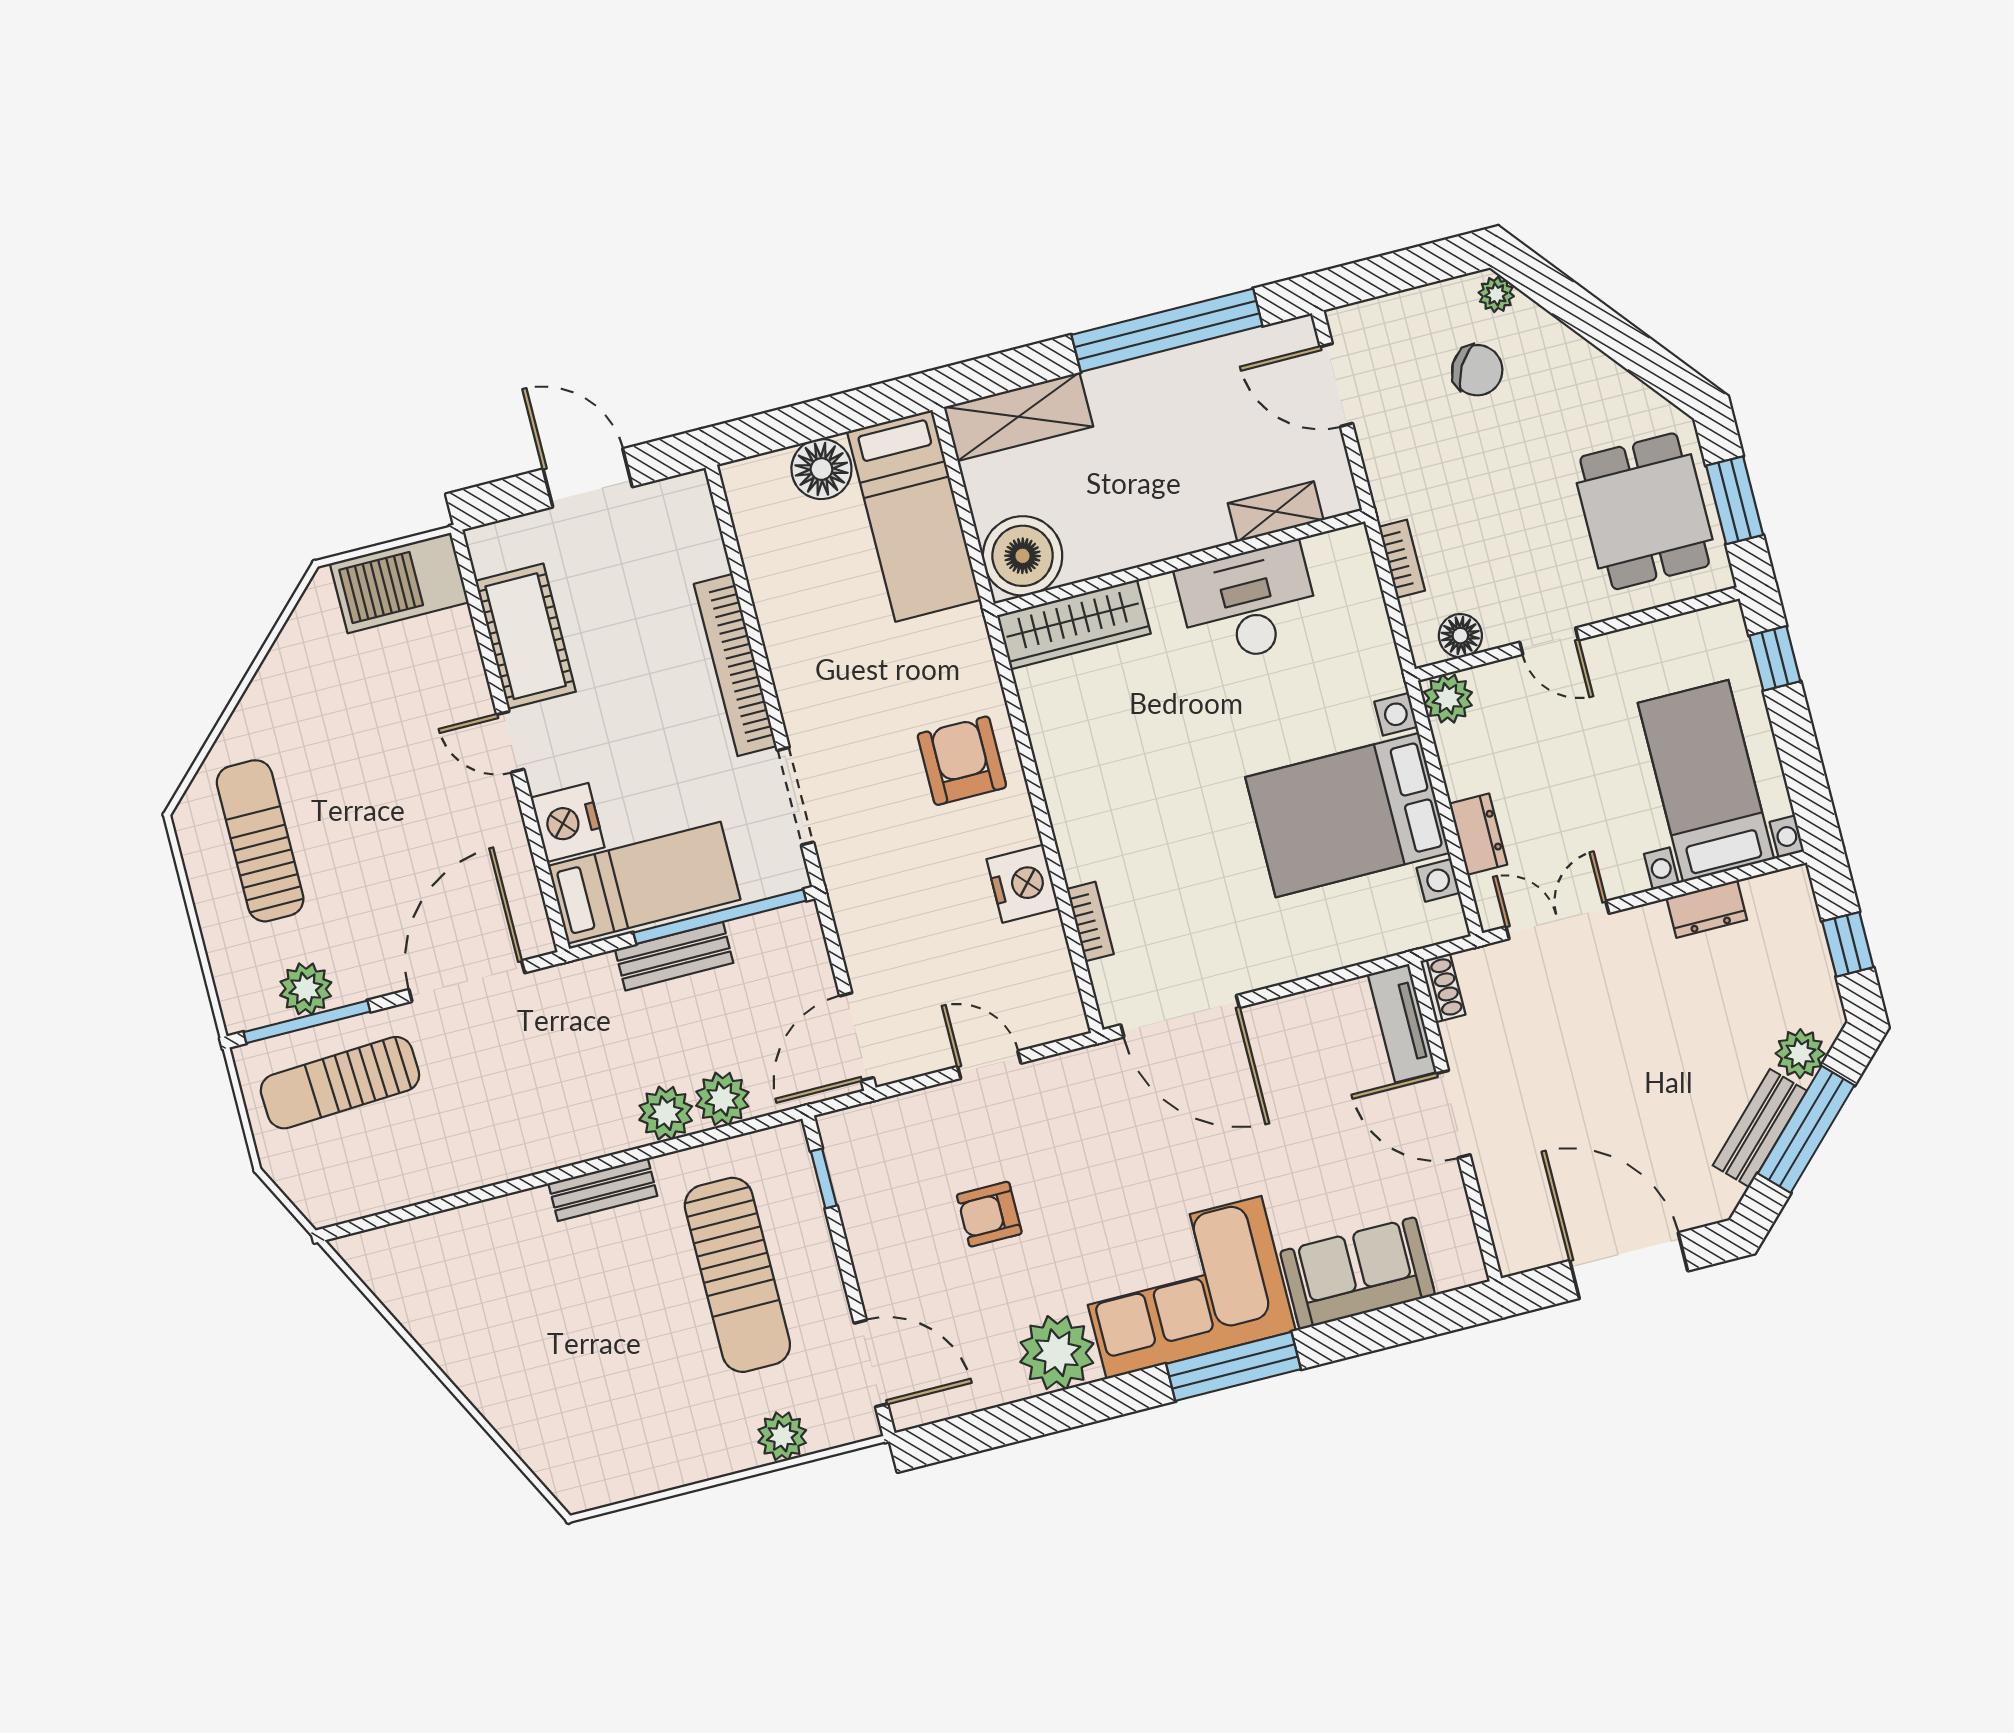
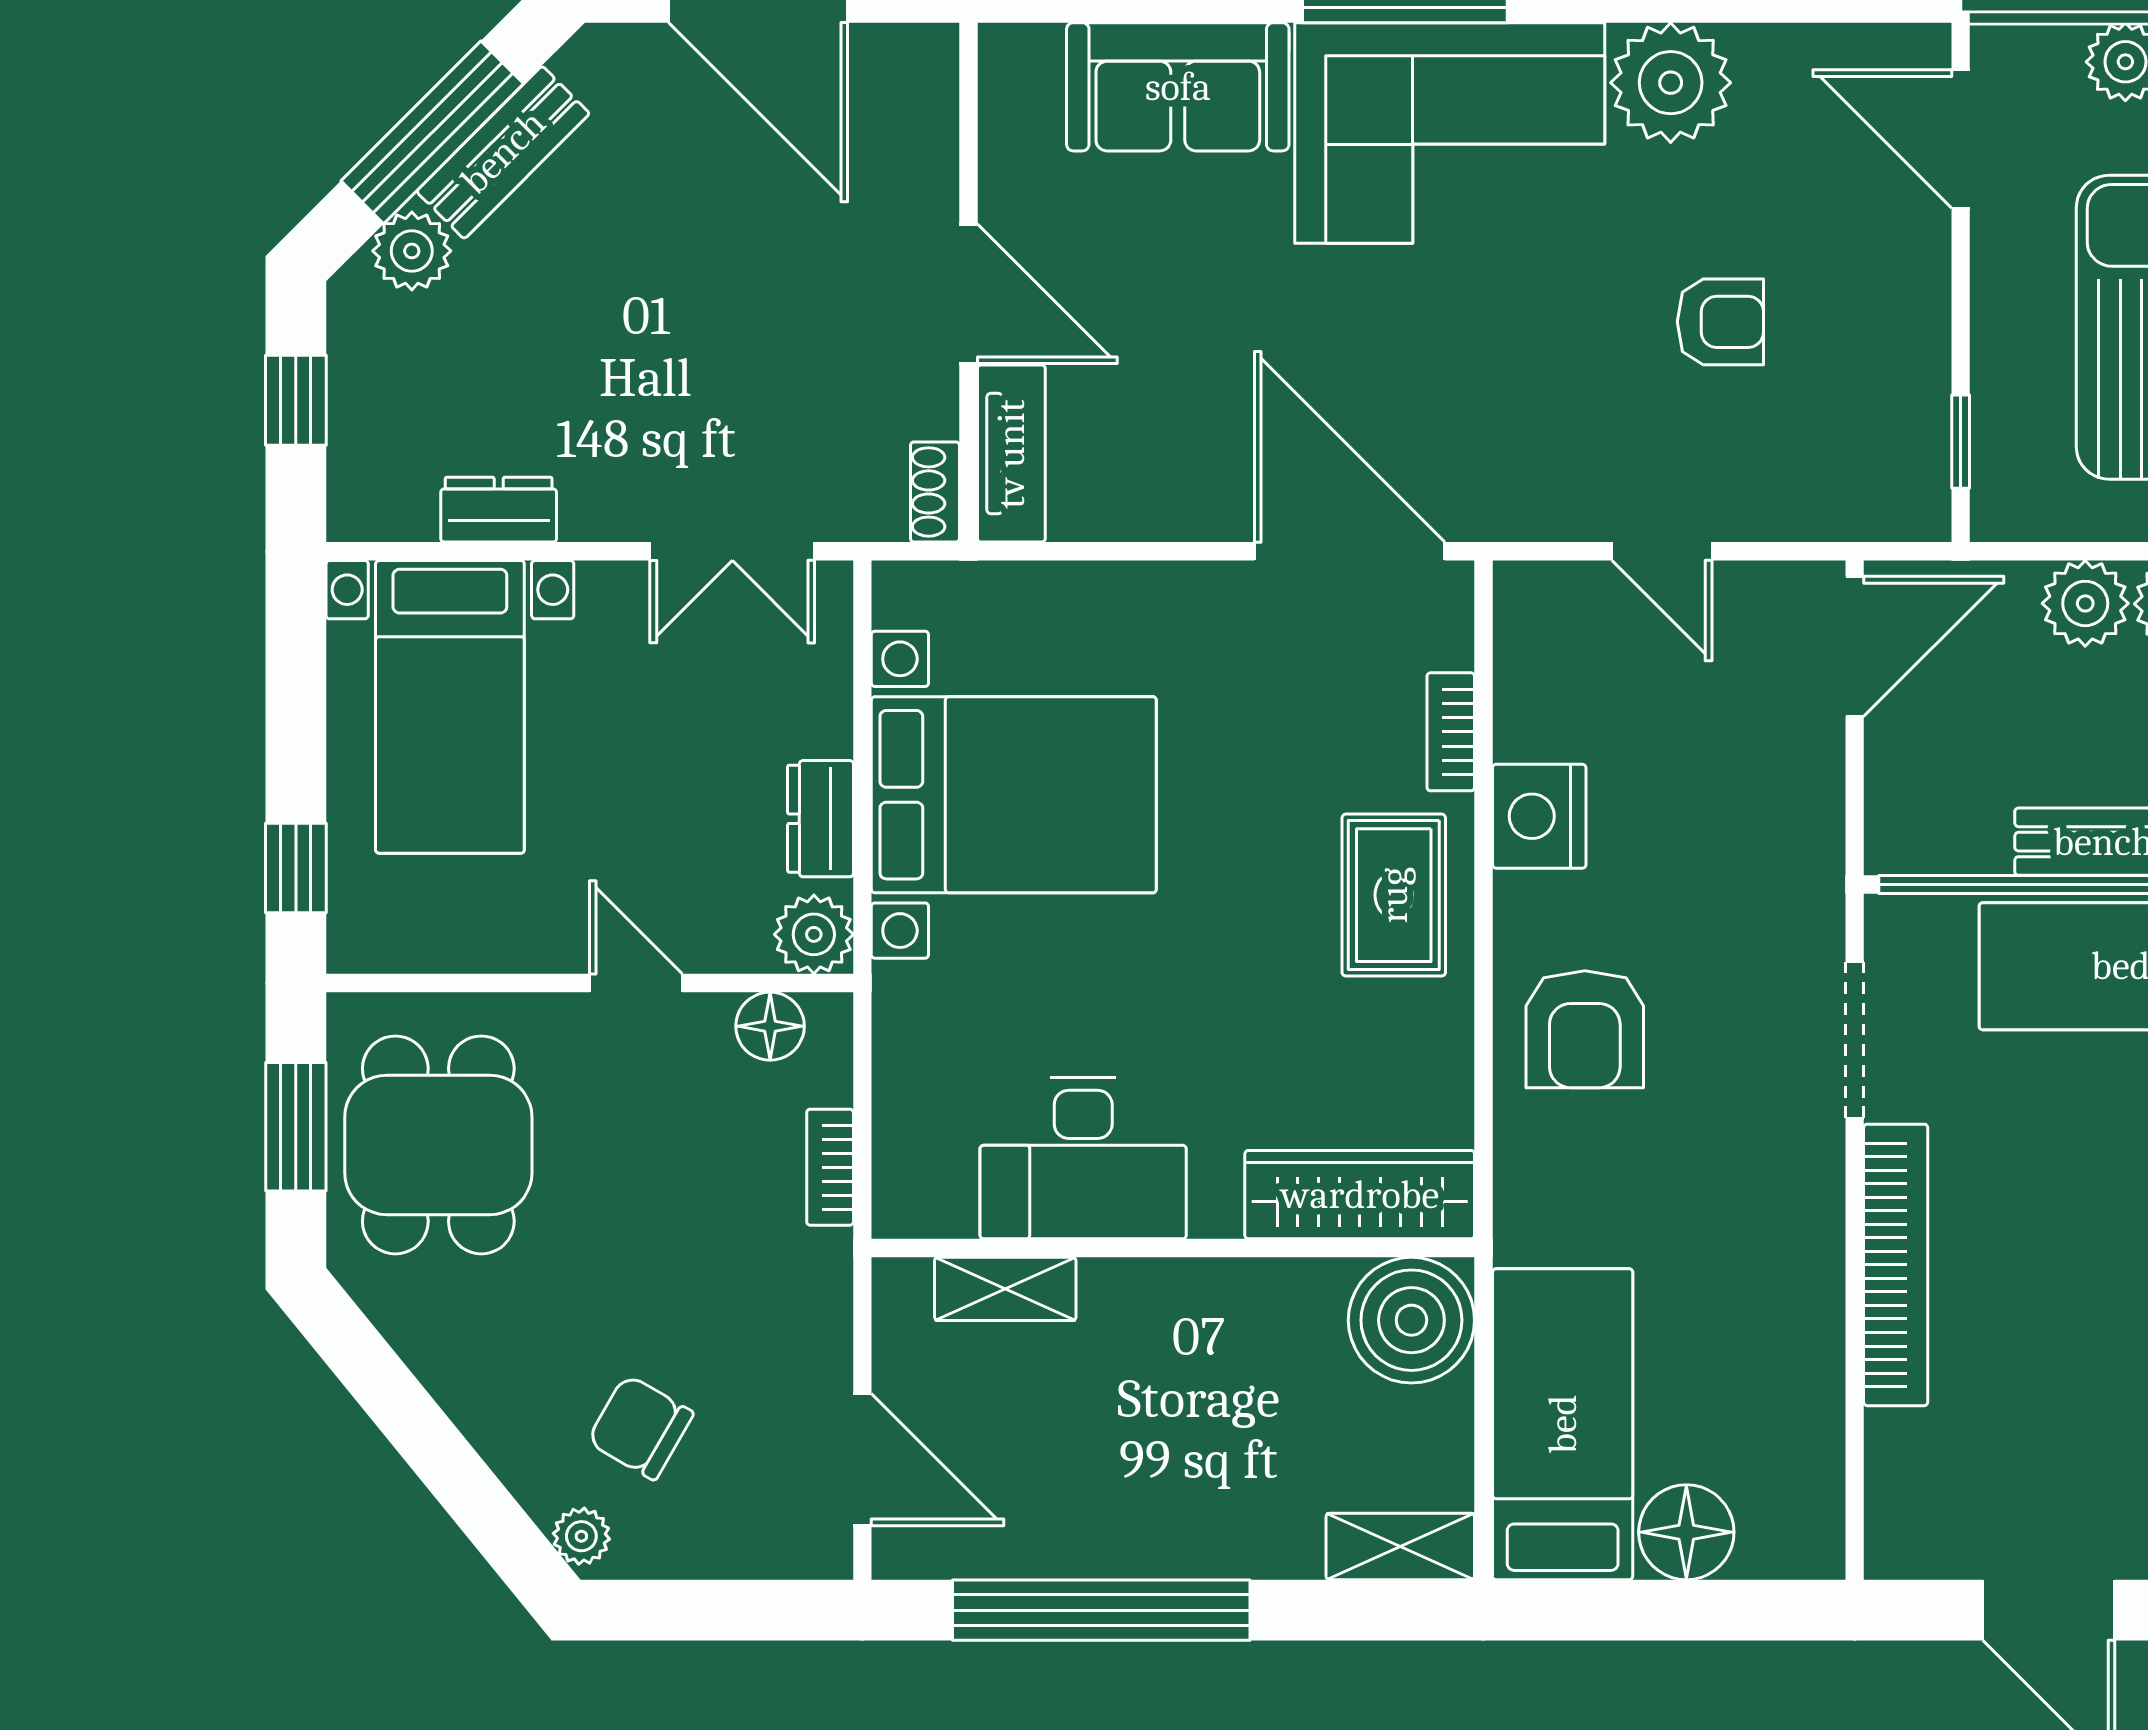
shelving: (1018, 417) -> (1400, 1547), width x0.67, depth x0.75
rug: (1100, 813) -> (1394, 895), added
dresser: (1478, 834) -> (820, 819), moved

